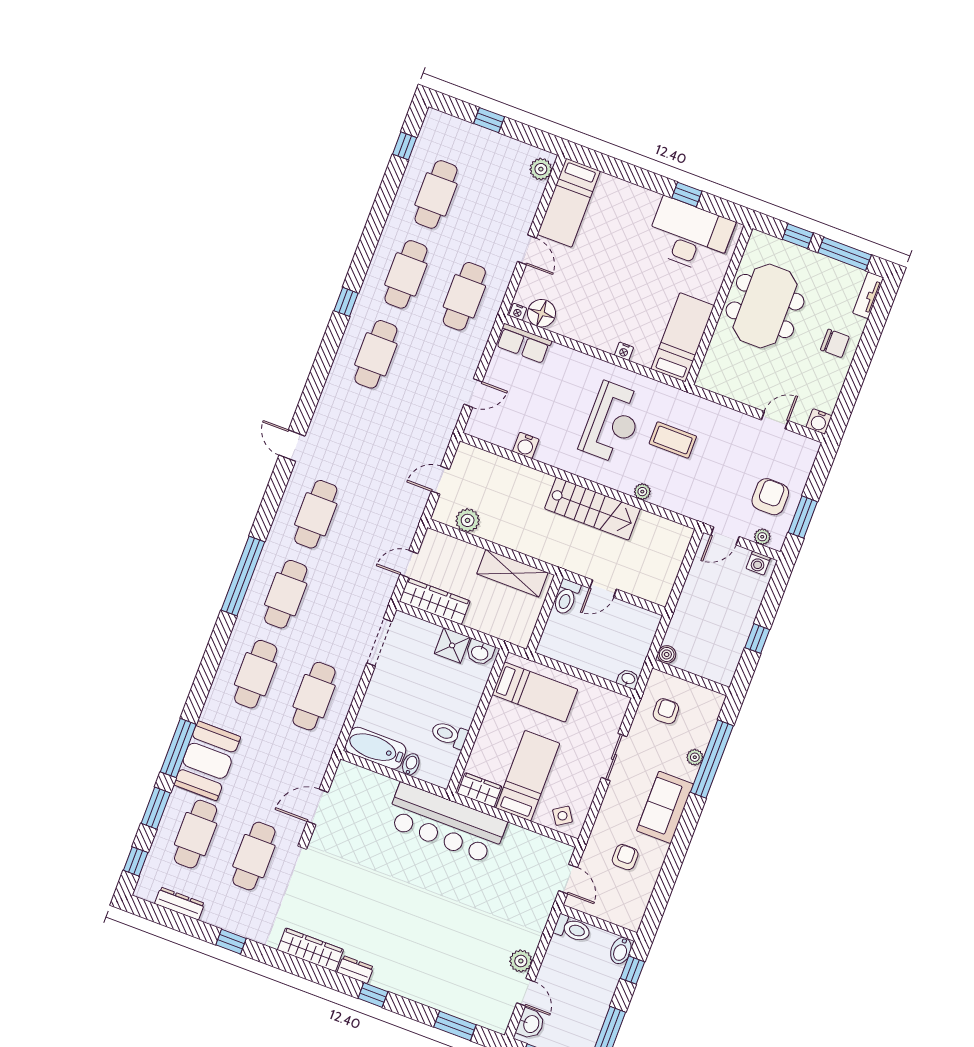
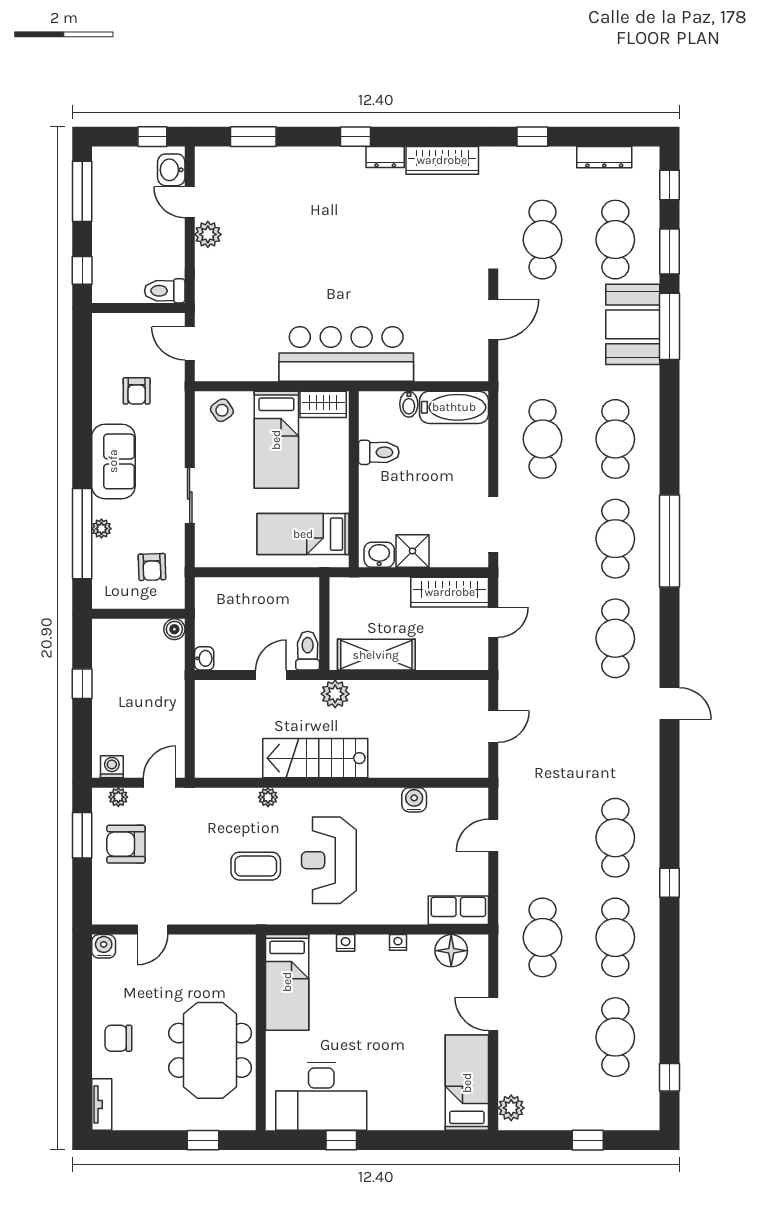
window: (845, 254) -> (144, 1140), removed
nightstand: (518, 312) -> (398, 942), moved
armchair: (770, 497) -> (126, 844), turned 90
plant: (468, 520) -> (335, 694), moved
washbasin: (628, 679) -> (204, 658), moved, turned -90
bidet: (621, 950) -> (103, 287), removed

